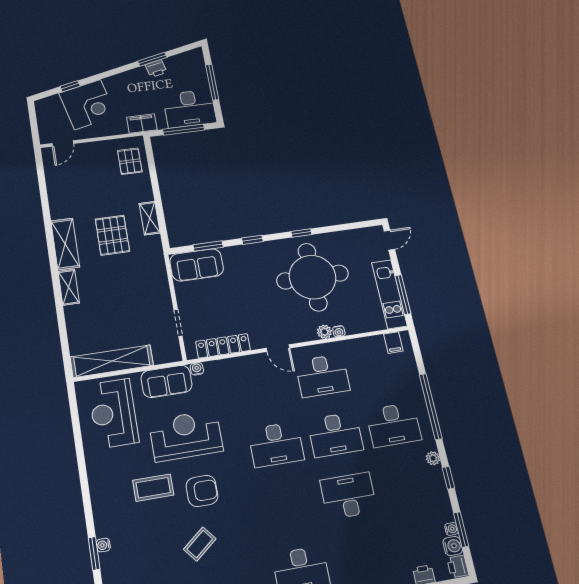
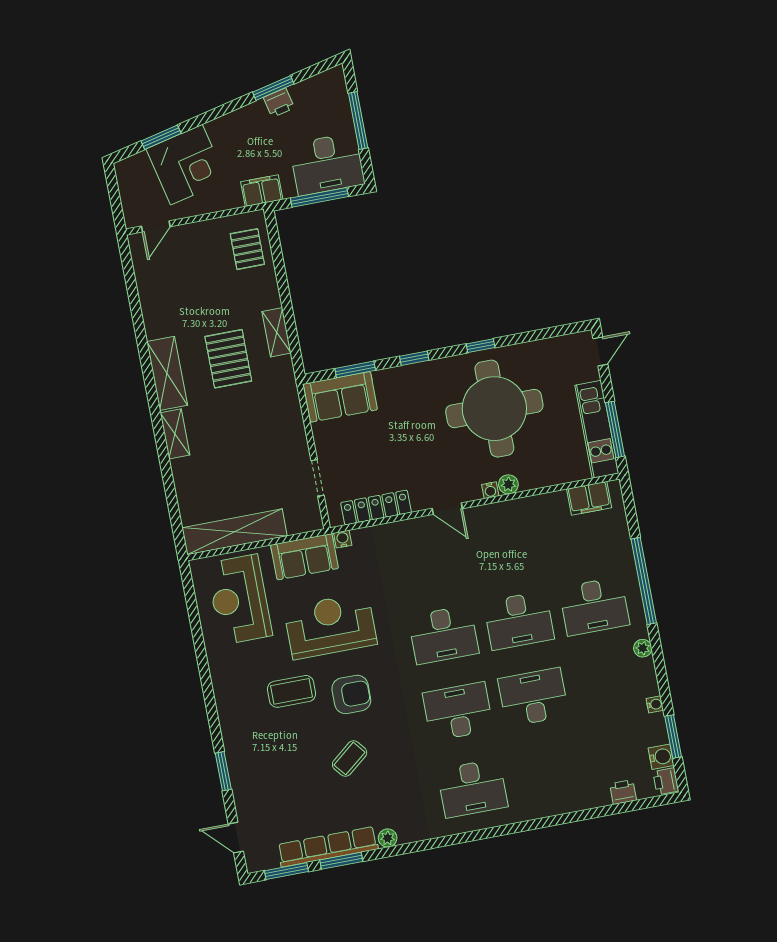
window: (70, 86) -> (161, 137), width x1.50
water cooler: (339, 331) -> (490, 490), moved
filing cabinet: (393, 343) -> (589, 498), width x2.00
desk: (322, 376) -> (458, 711), moved, turned 180
window: (448, 478) -> (661, 672), removed
water cooler: (451, 529) -> (655, 704), moved
water cooler: (103, 545) -> (234, 761), removed

